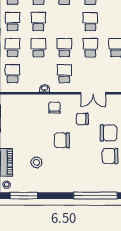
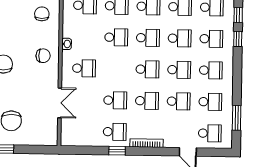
school desk: (64, 48) -> (147, 69), moved
double door: (93, 93) -> (60, 103), swing flipped
chair: (82, 119) -> (42, 14), moved

